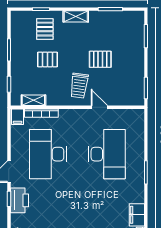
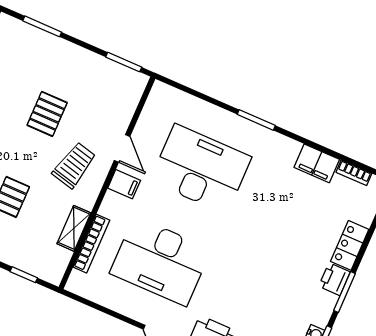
trolley: (79, 86) -> (74, 165), turned -84
shelving: (33, 100) -> (74, 228), moved
door: (99, 107) -> (122, 148), swing flipped
filing cabinet: (18, 117) -> (124, 184), moved

